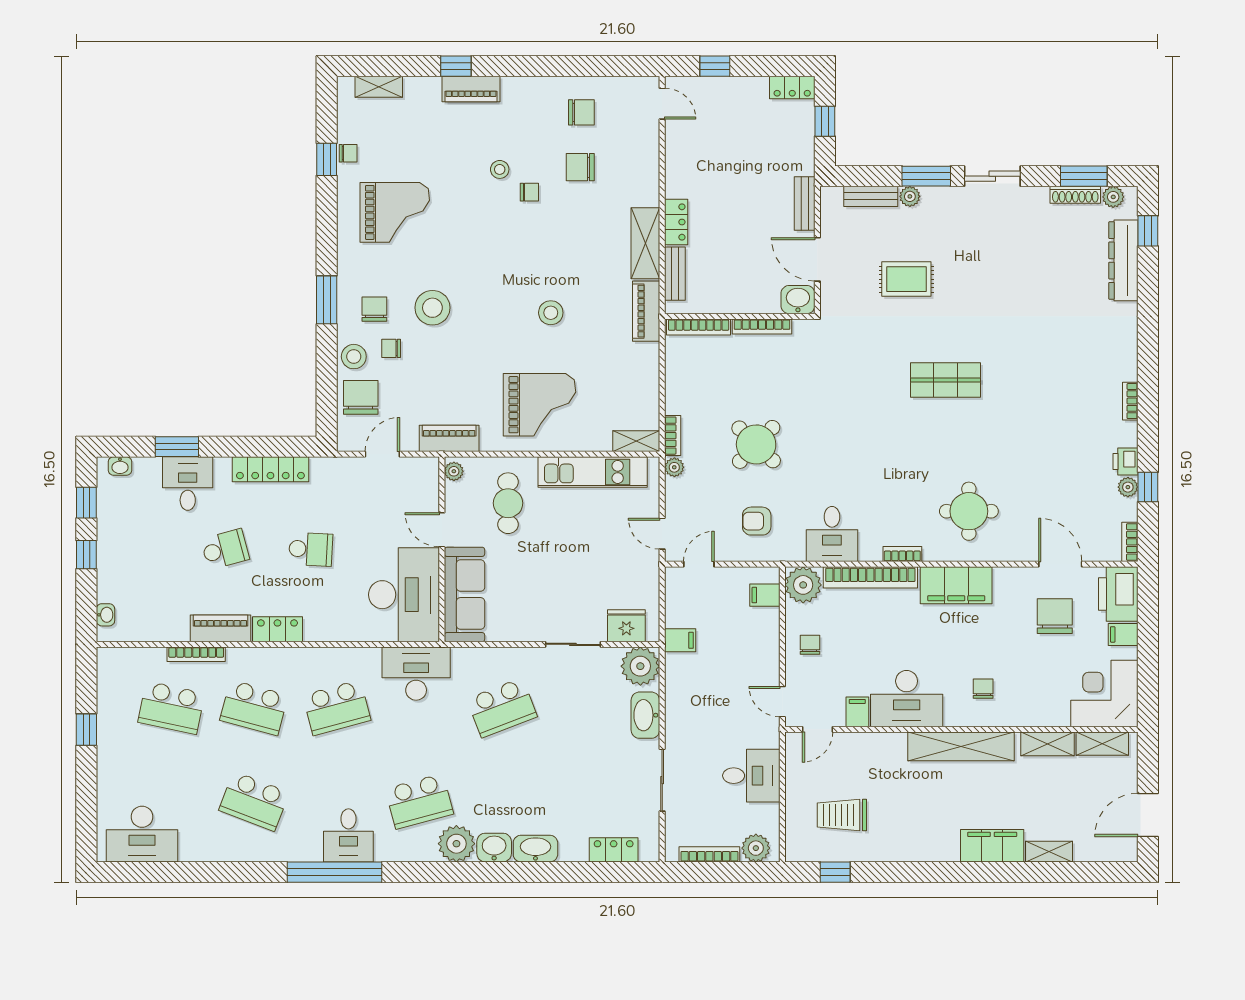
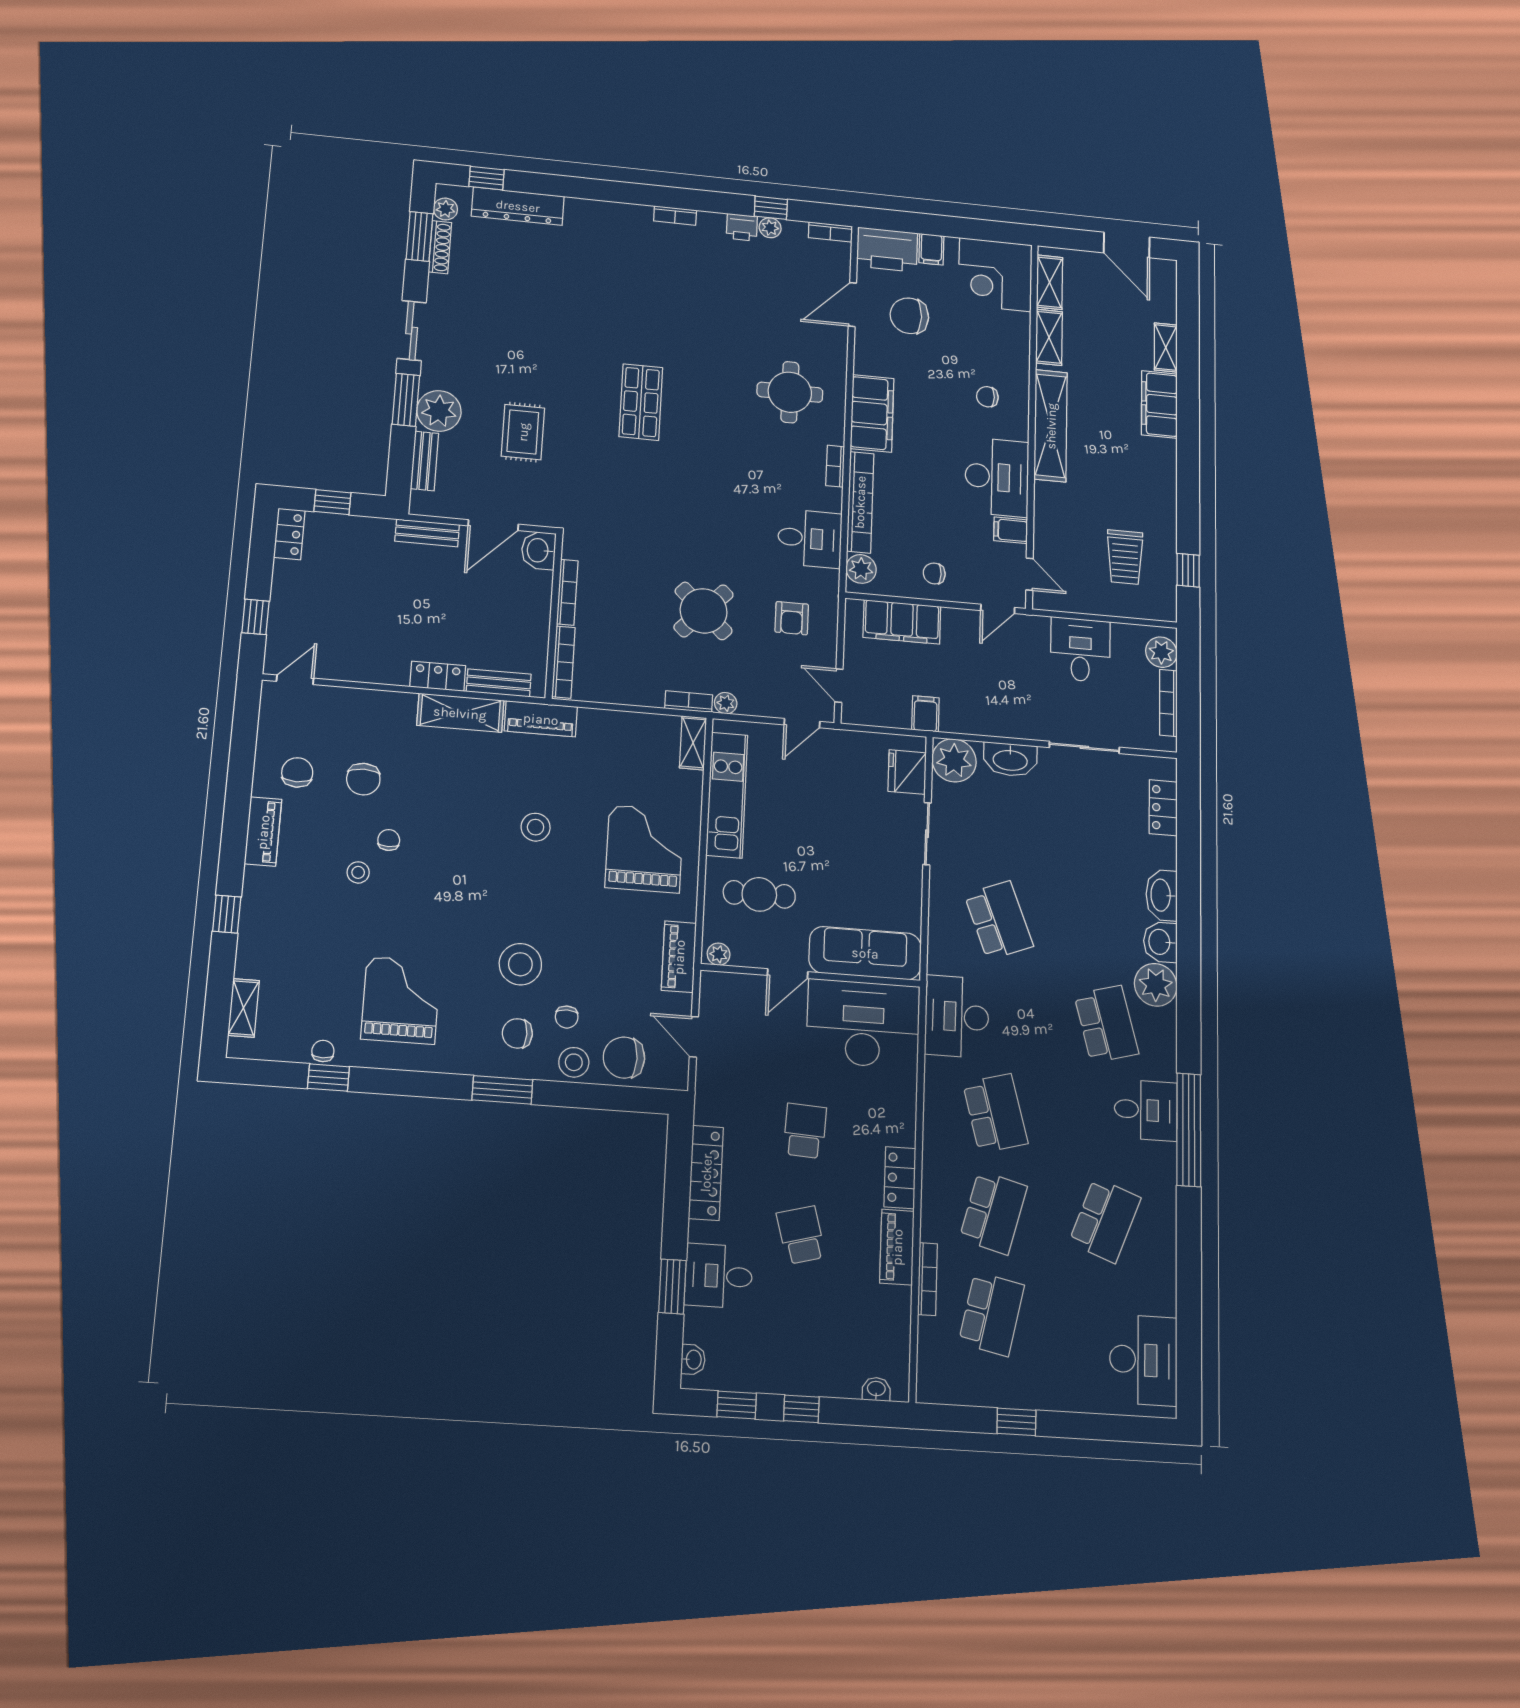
piano: (471, 89) -> (263, 832), moved
plant: (910, 196) -> (439, 411), width x1.87, depth x1.87
plant: (803, 585) -> (861, 569), width x0.73, depth x0.73
filing cabinet: (765, 595) -> (902, 622), width x3.00, depth x1.17

